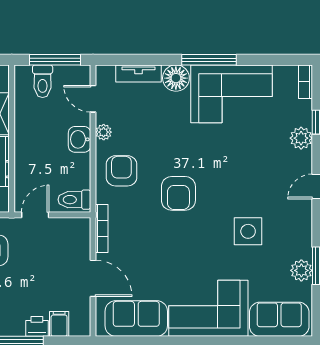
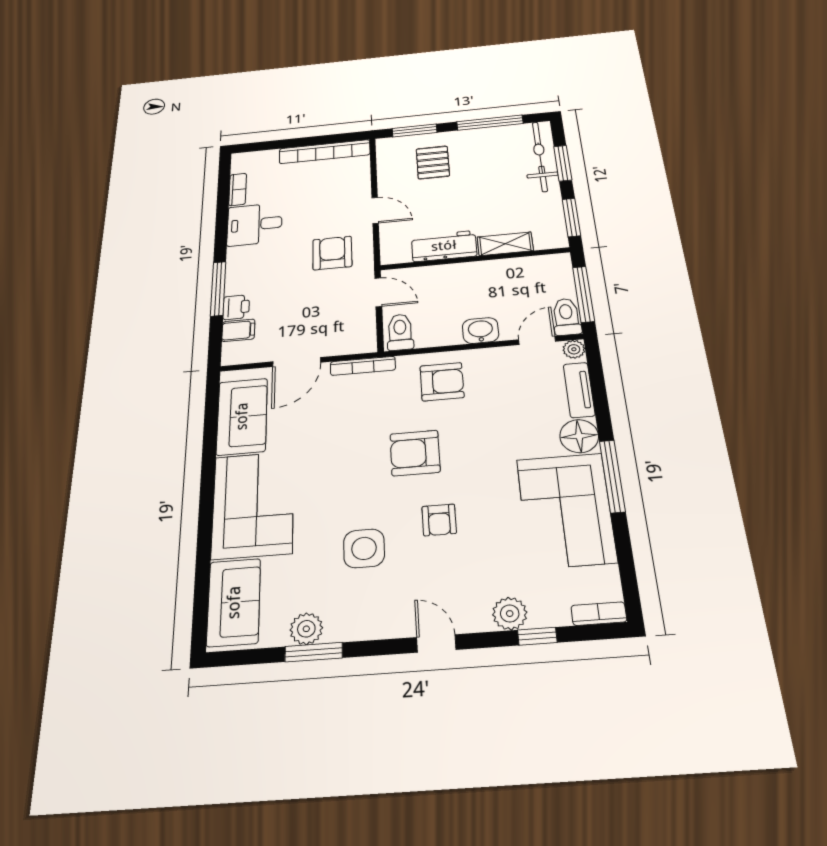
toilet: (43, 81) -> (566, 317), moved, turned 90
plant: (104, 132) -> (574, 349), moved
armchair: (231, 180) -> (439, 520), added

